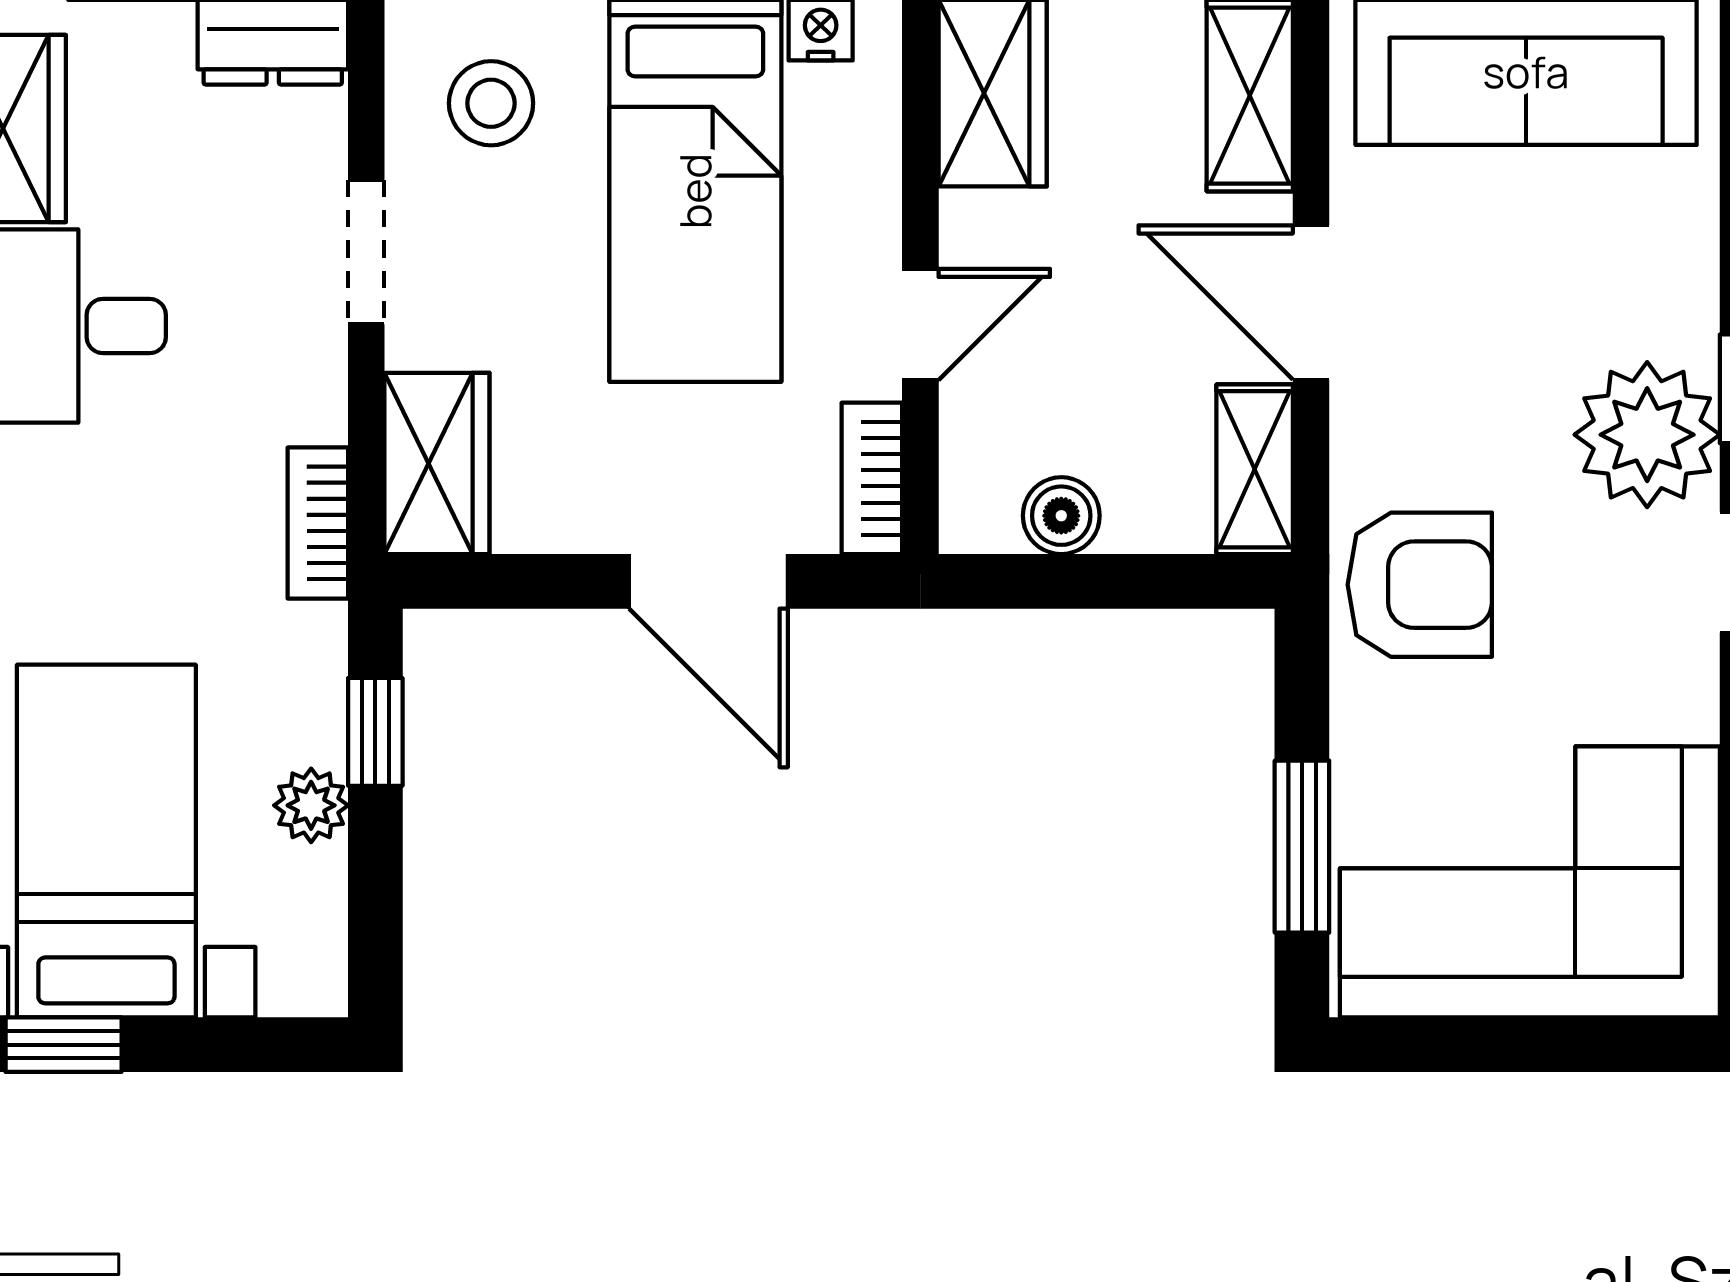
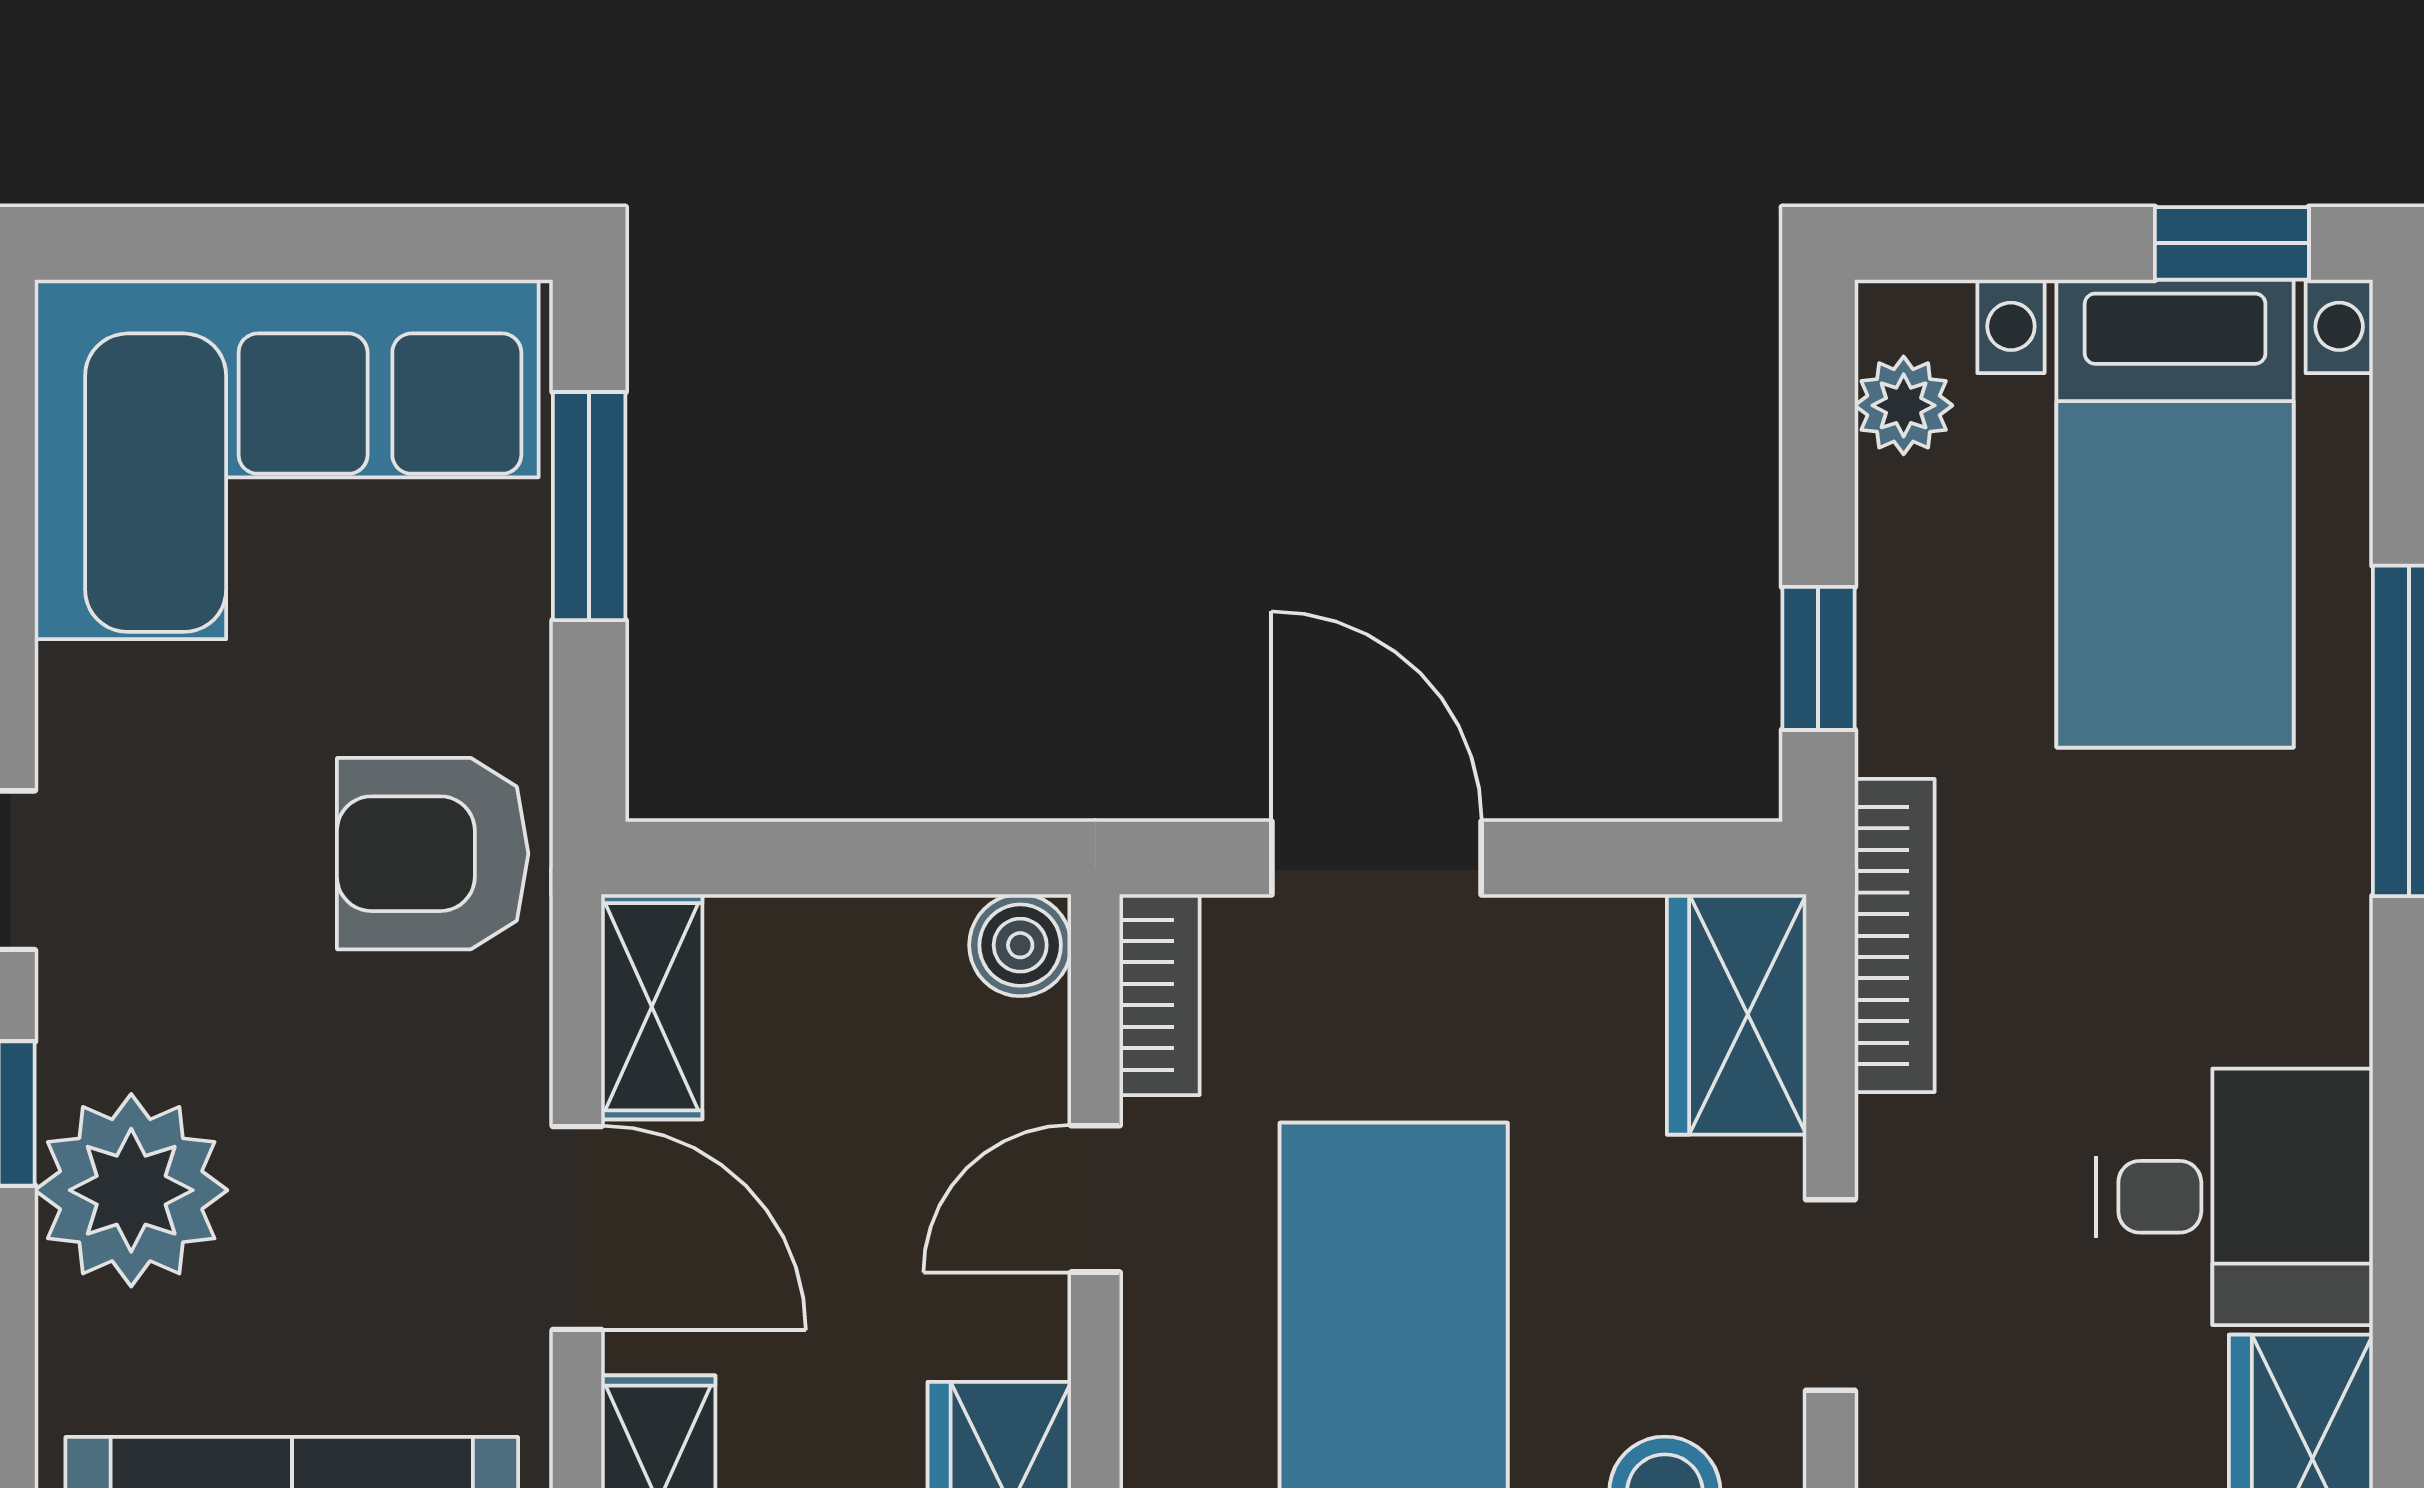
plant: (1647, 435) -> (131, 1190), moved
boiler: (1061, 516) -> (1020, 945), moved
bookcase: (318, 523) -> (1895, 936), width x1.56
plant: (311, 805) -> (1904, 405), moved

